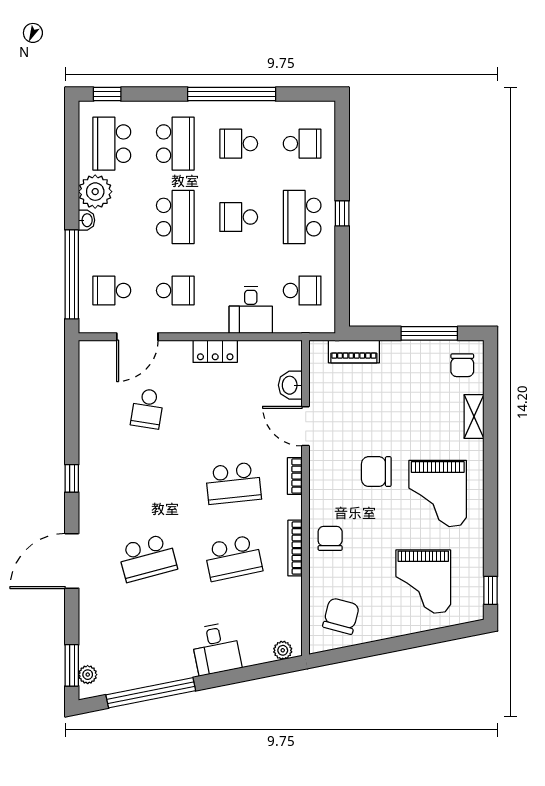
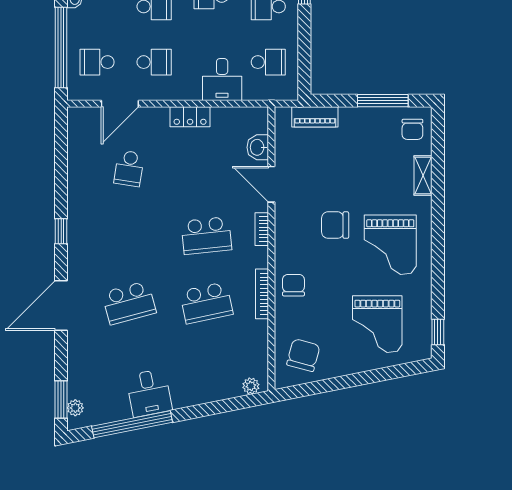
desk: (216, 649) -> (149, 393), moved

